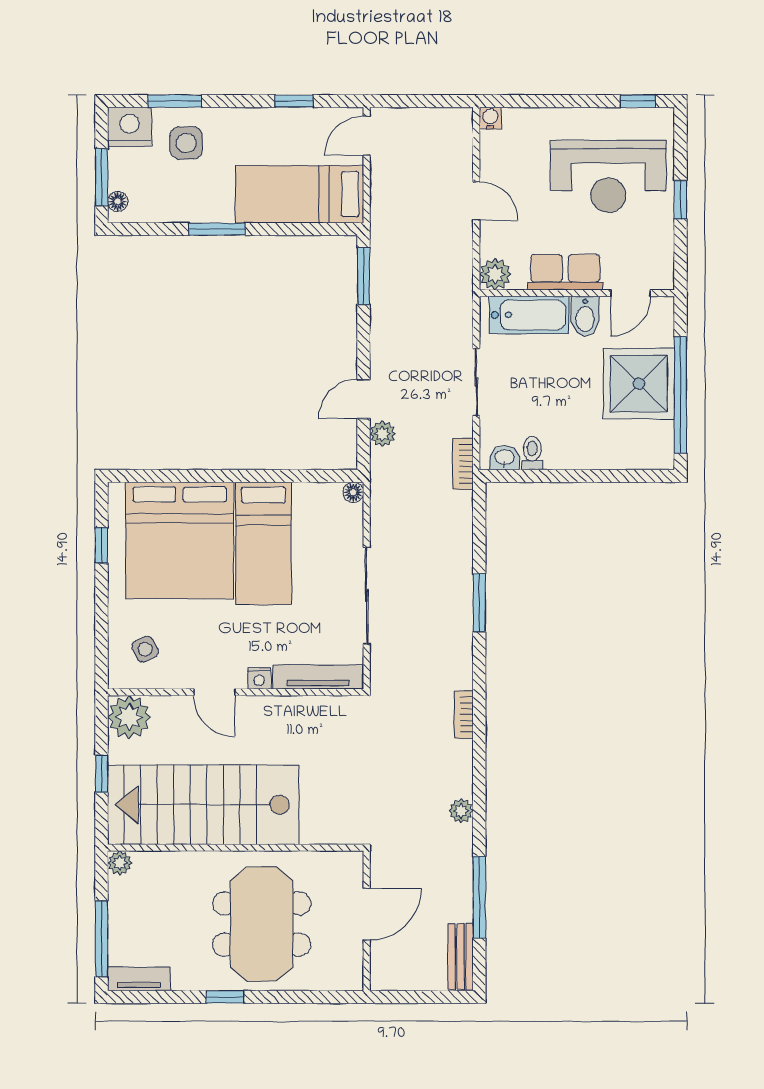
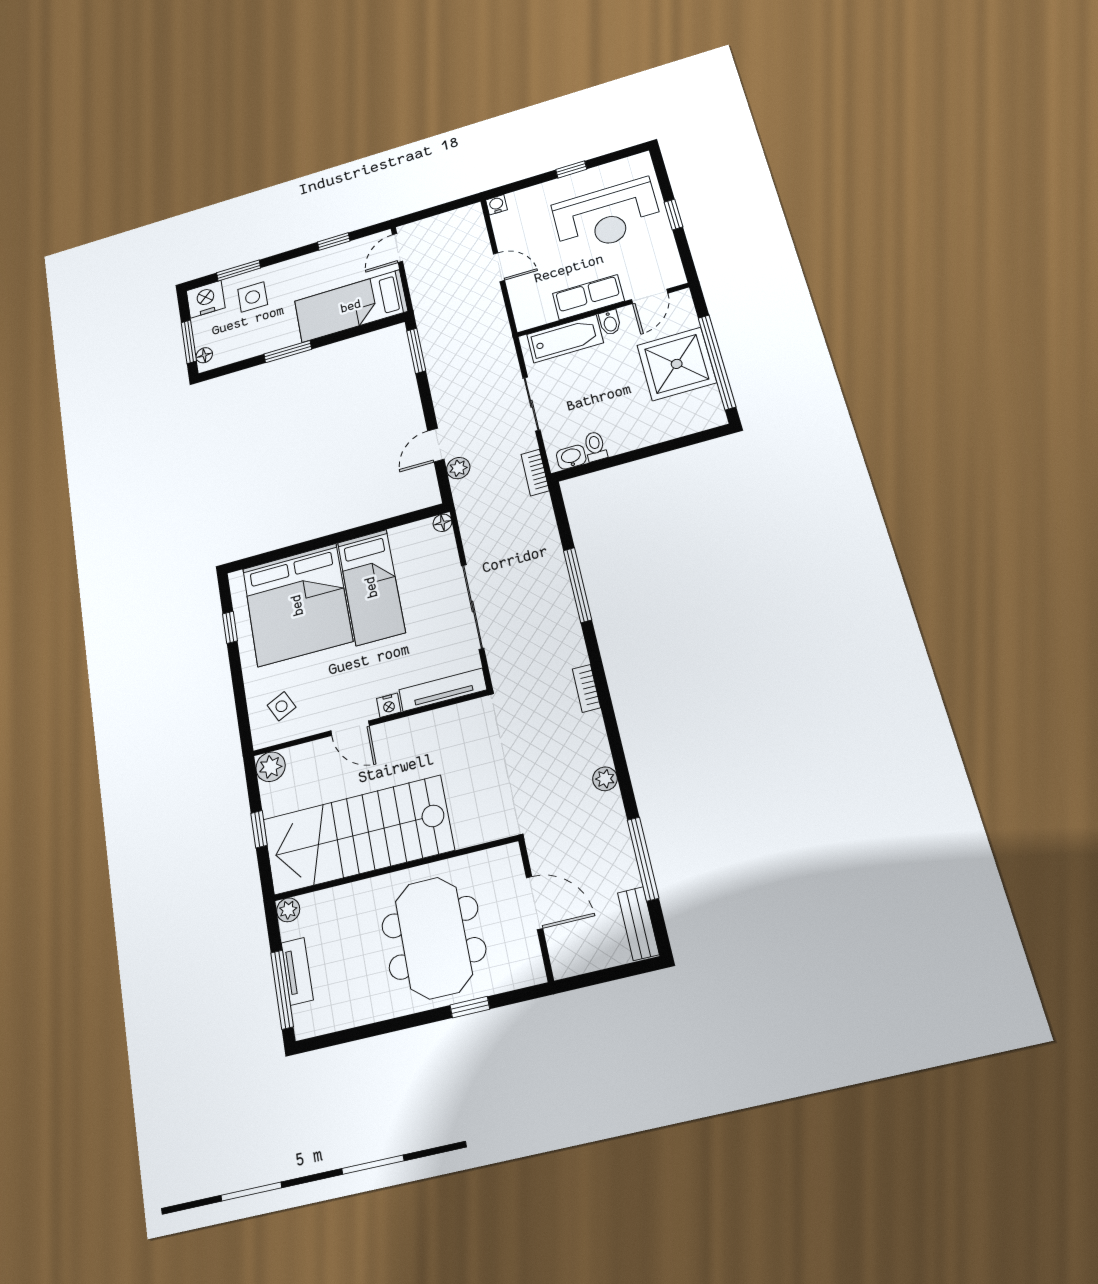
window: (638, 101) -> (571, 169), moved
plant: (495, 274) -> (528, 316), removed
bidet: (585, 316) -> (610, 322), width x0.72, depth x0.74
window: (479, 603) -> (578, 585), width x1.44
plant: (129, 717) -> (271, 767), width x0.73, depth x0.73
door: (367, 914) -> (535, 903), hinge flipped
tv unit: (139, 979) -> (297, 971), moved, turned 90
window: (225, 997) -> (470, 1007), moved

